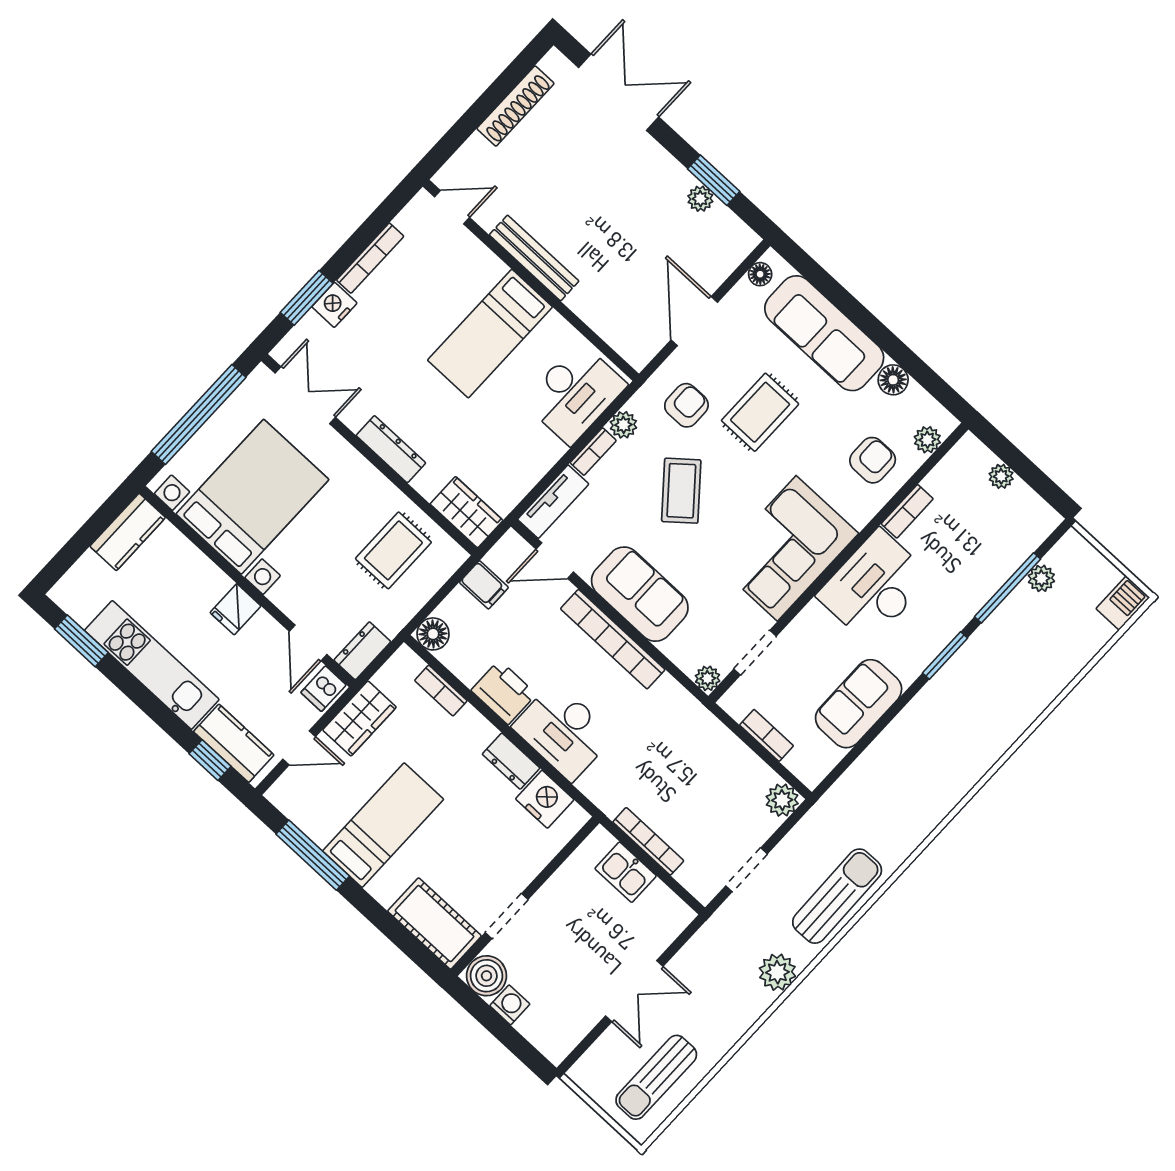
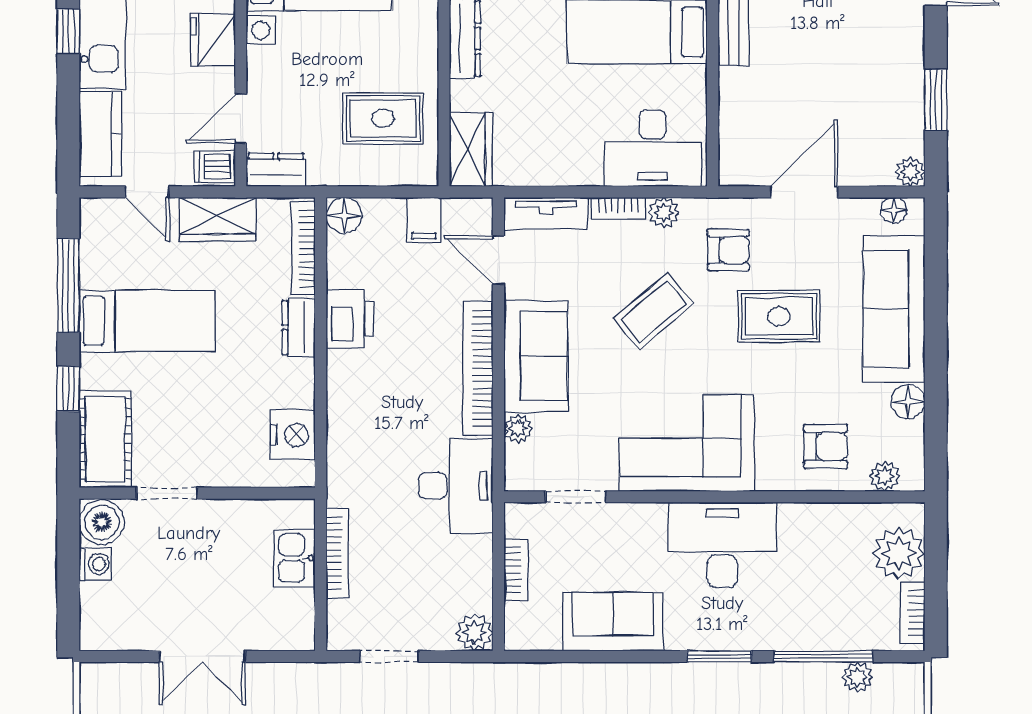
plant: (700, 199) -> (910, 172), moved
plant: (1001, 476) -> (899, 553), width x1.88, depth x1.88
bookcase: (907, 511) -> (913, 613), moved, turned 90
fridge: (235, 609) -> (213, 40), width x1.38
plant: (708, 678) -> (518, 429), moved
bookcase: (441, 691) -> (303, 249), width x1.56
desk: (563, 731) -> (456, 486), moved, turned 180
window: (210, 760) -> (68, 31), moved
dresser: (511, 761) -> (299, 328), moved
window: (380, 917) -> (68, 389), added

